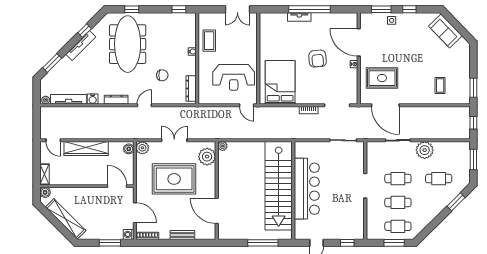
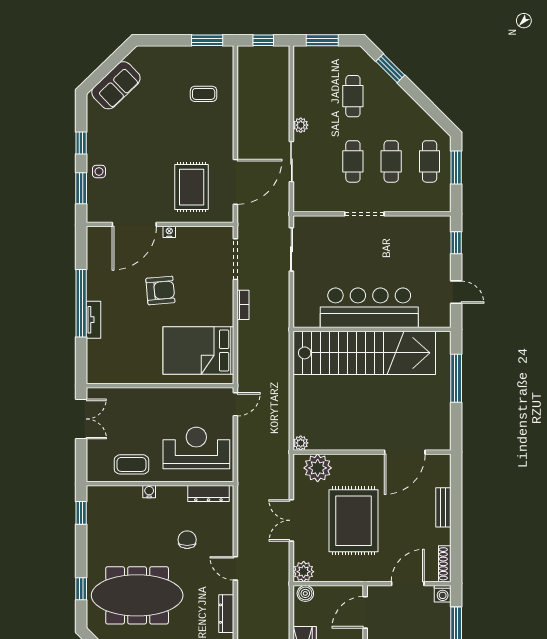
reception desk: (234, 77) -> (196, 448), moved, turned -90
plant: (425, 150) -> (301, 125), width x0.53, depth x0.53

